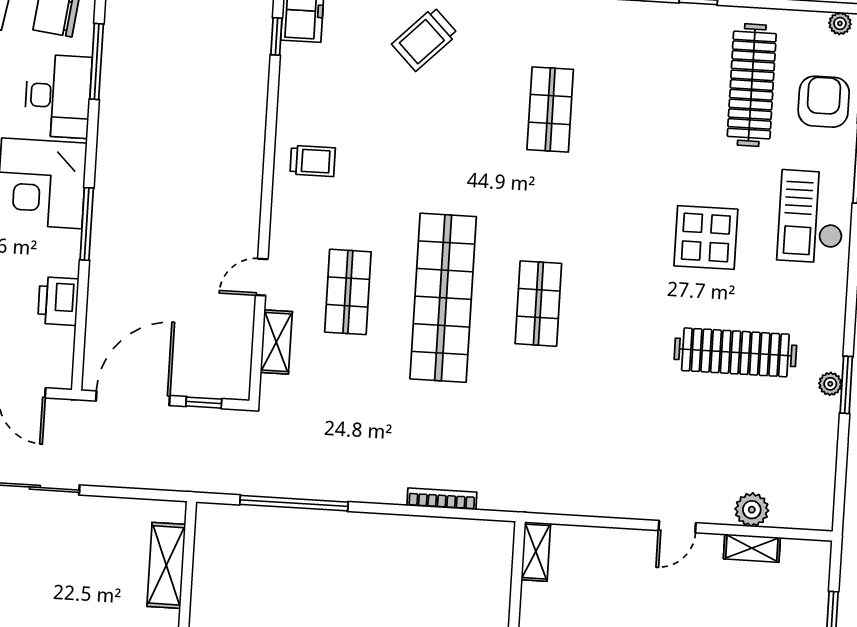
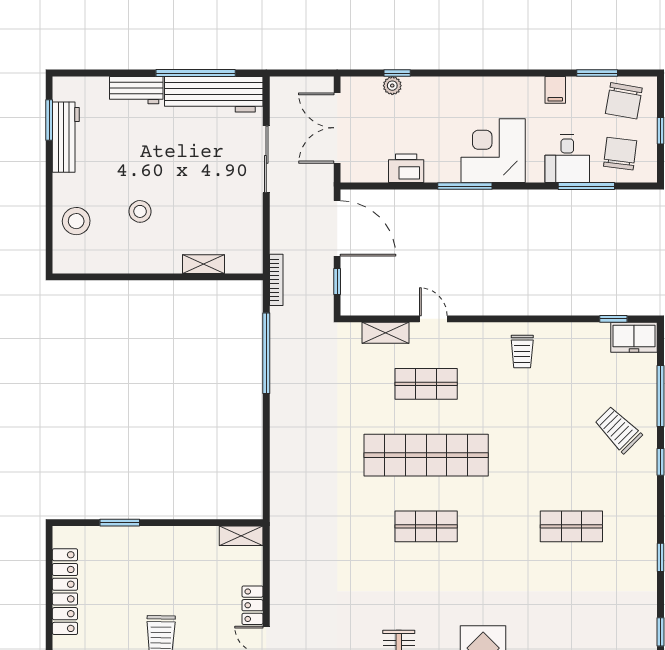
desk: (58, 96) -> (567, 159), width x0.73
bookcase: (442, 499) -> (276, 280), moved
locker: (630, 542) -> (253, 605), added
shelving: (166, 565) -> (204, 264), width x0.67, depth x0.75

